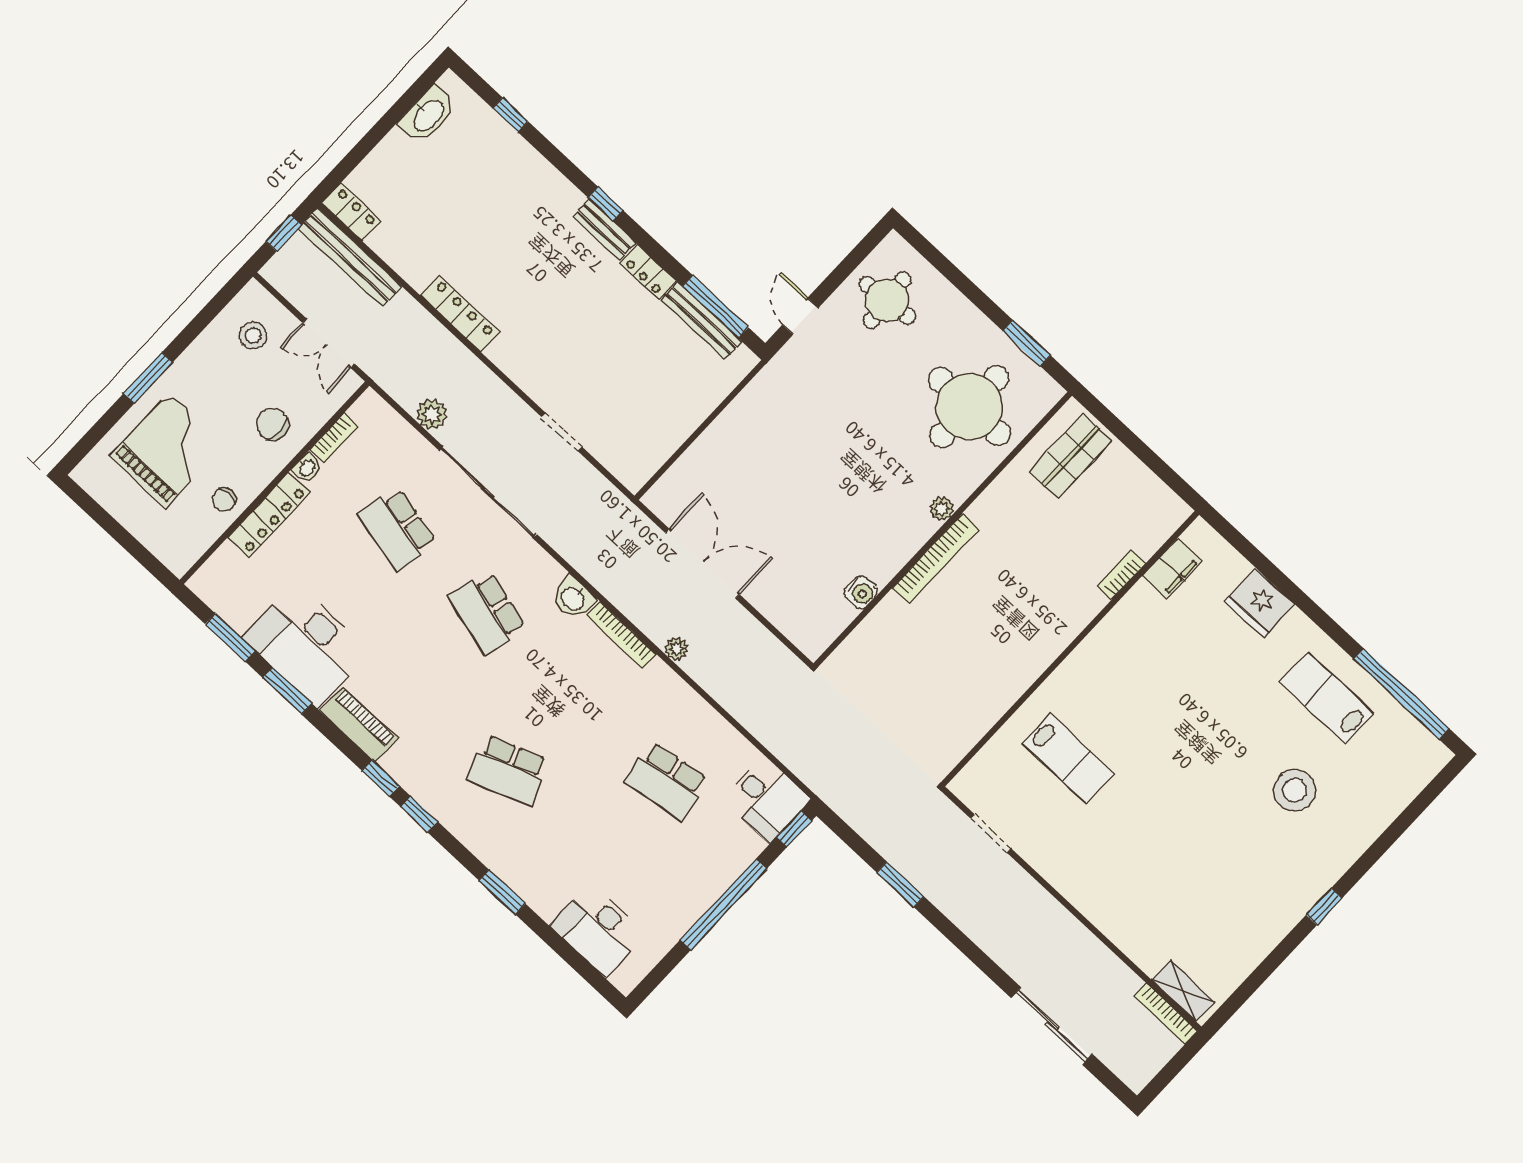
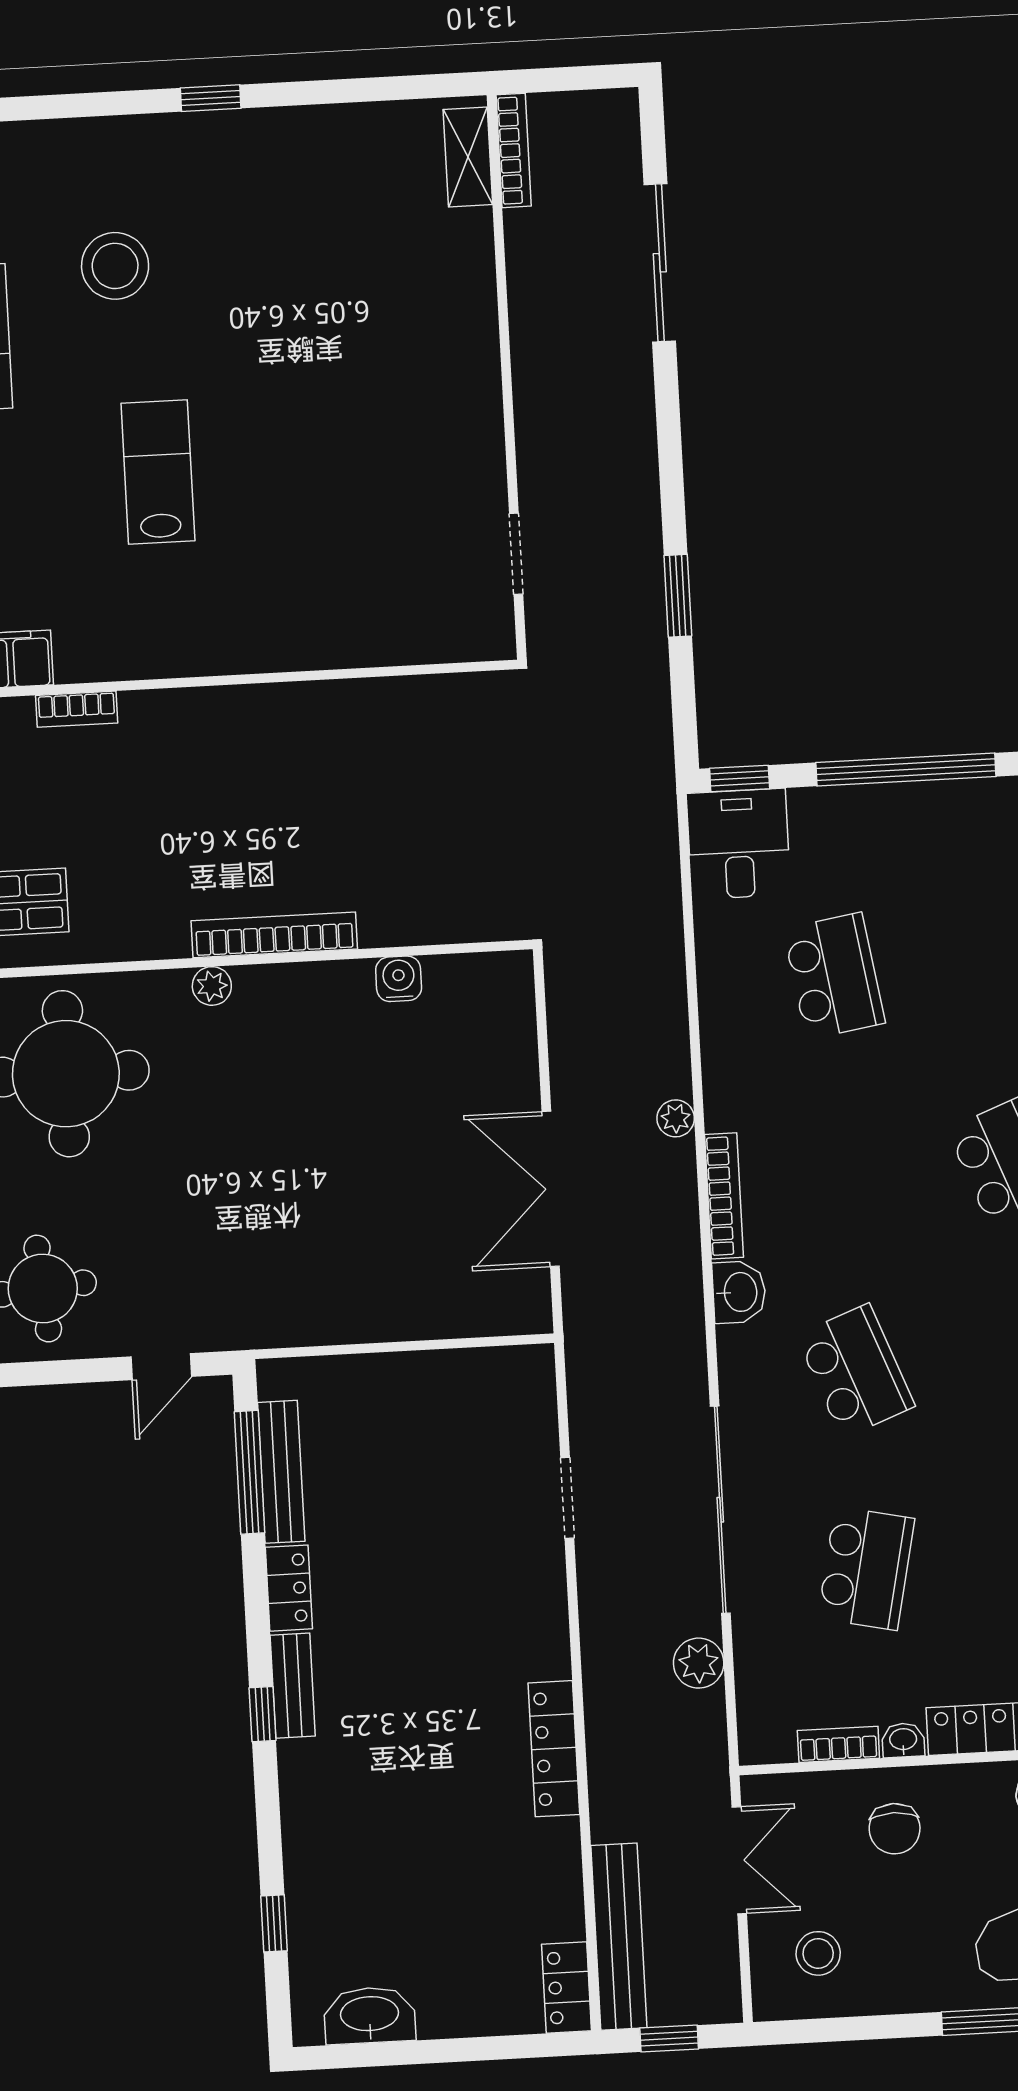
school desk: (487, 613) -> (855, 1371), turned -36
lab bench: (1068, 759) -> (158, 472), moved

